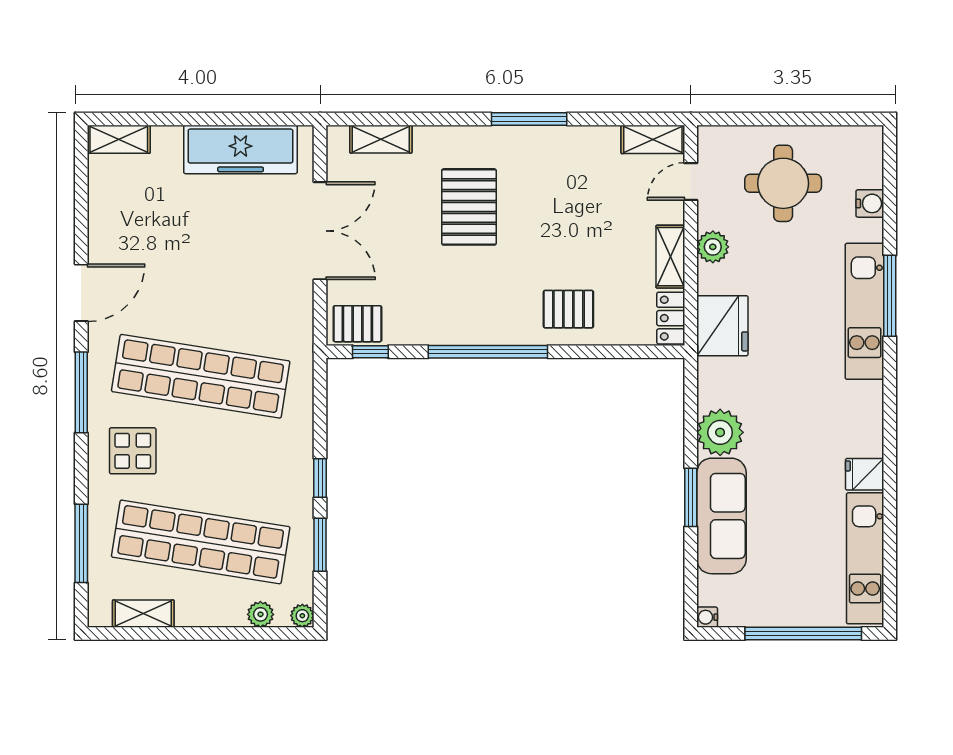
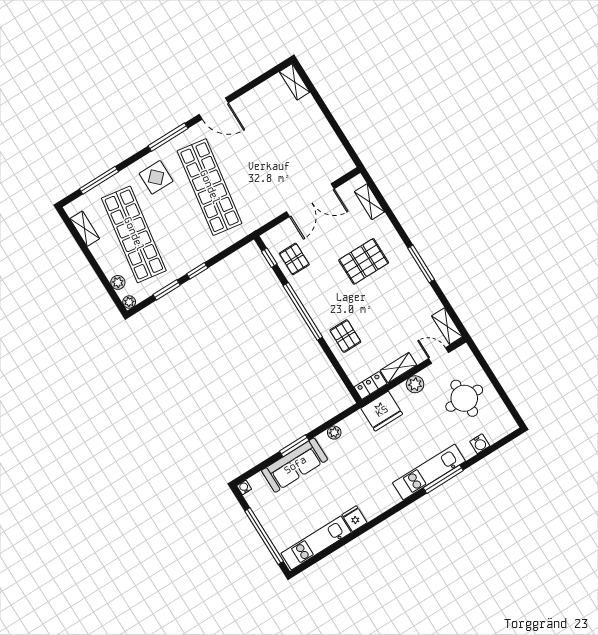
freezer: (241, 149) -> (325, 141), removed
pallet: (357, 324) -> (294, 259), moved
plant: (720, 432) -> (334, 433), width x0.53, depth x0.53

